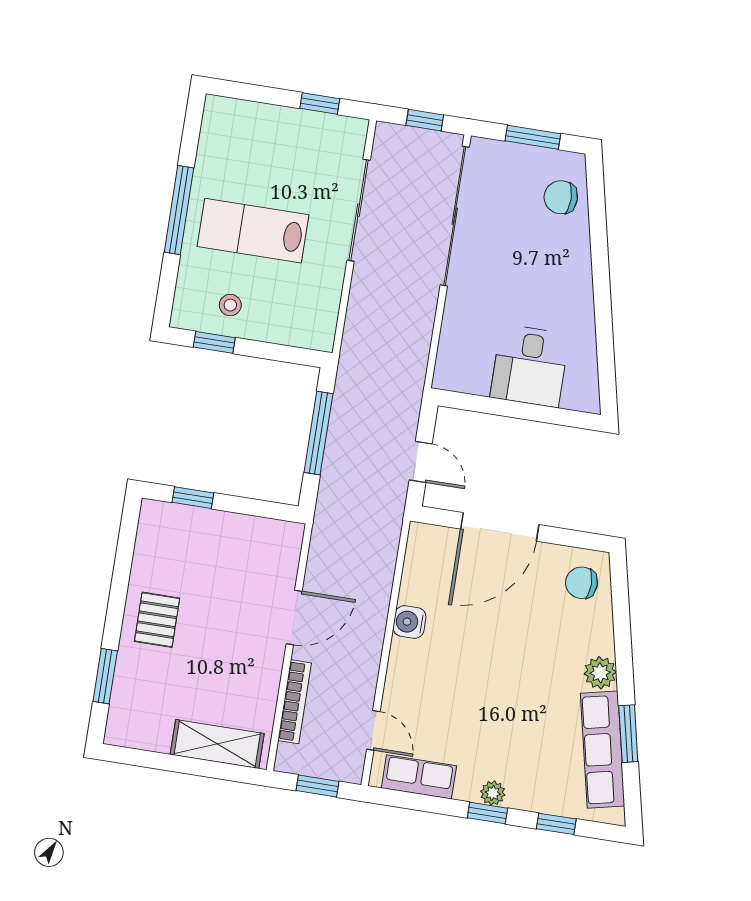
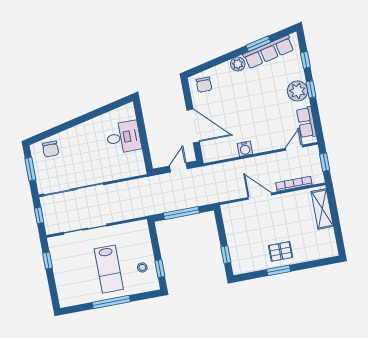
window: (105, 676) -> (279, 270), moved
plant: (493, 793) -> (298, 91), width x1.88, depth x1.88

